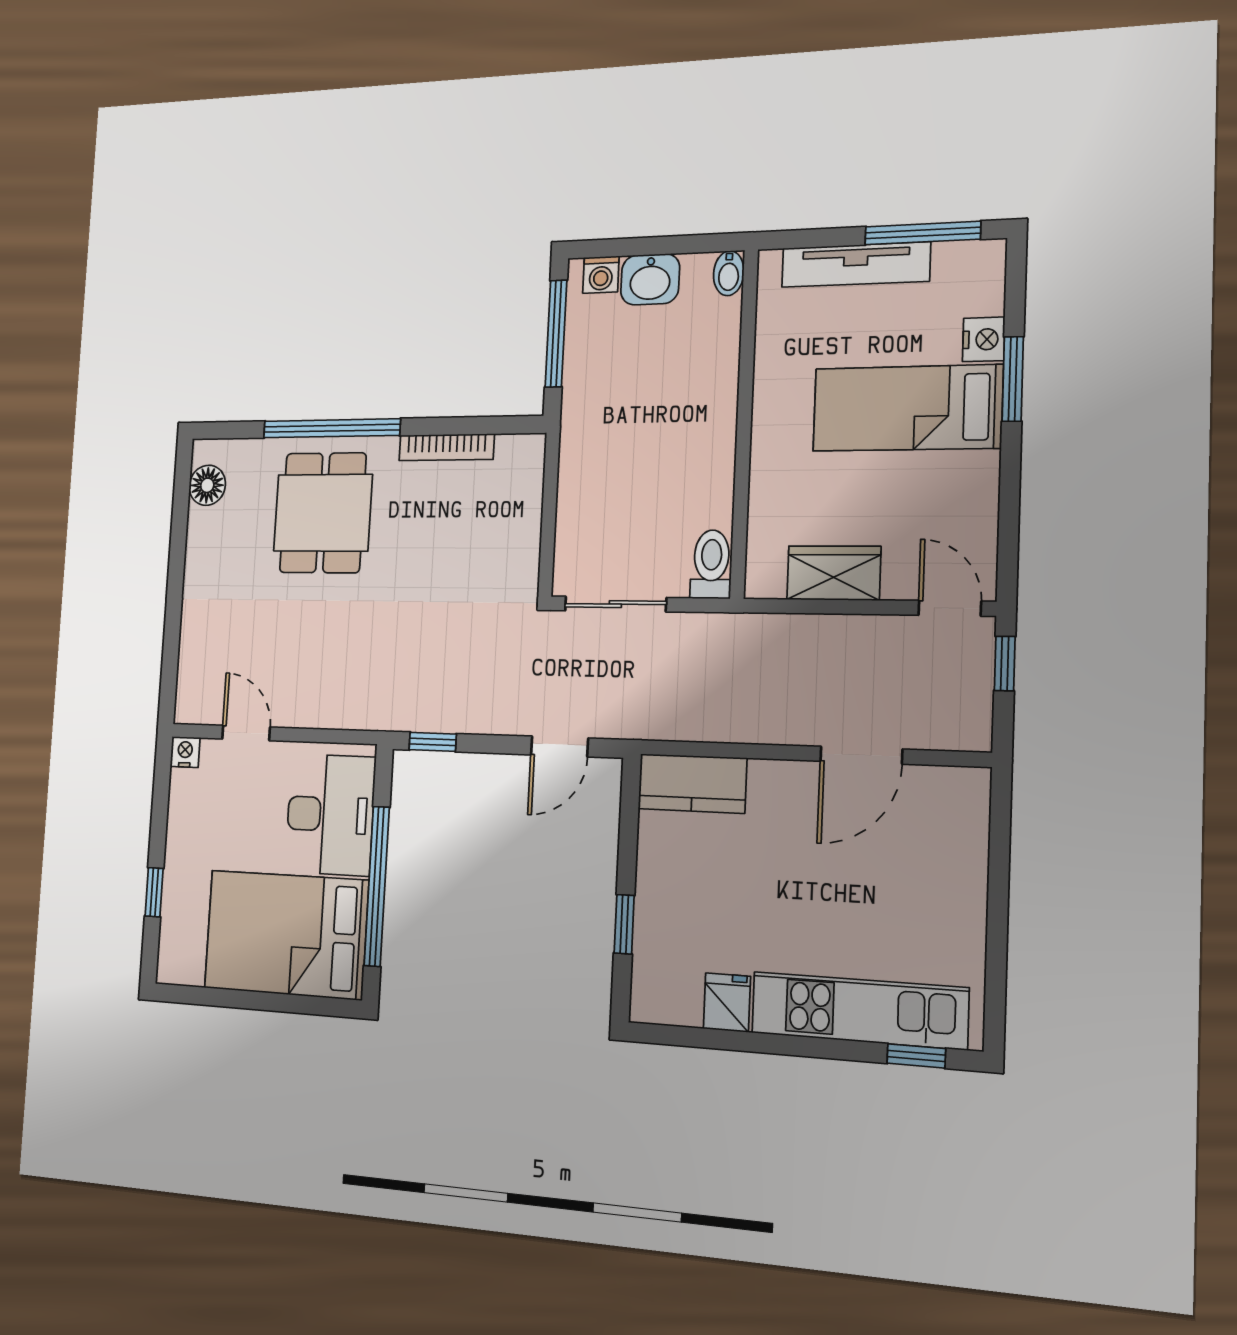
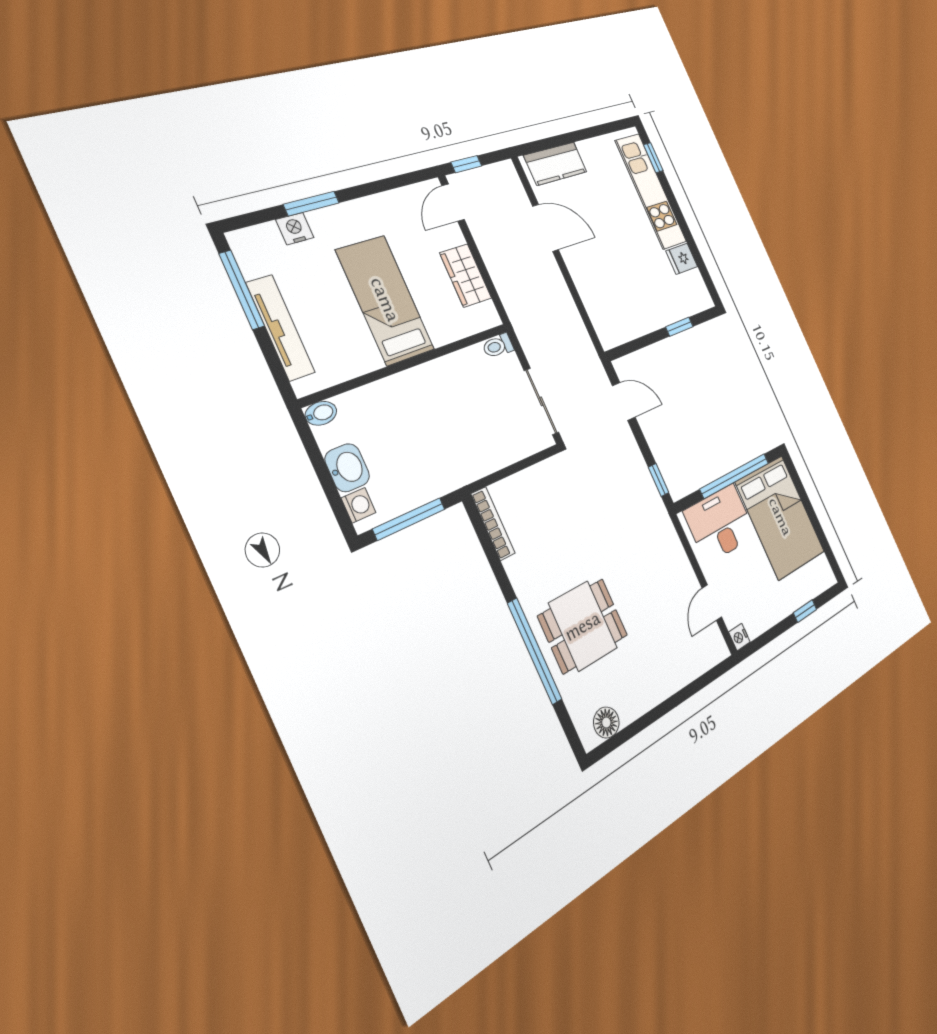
bed: (907, 408) -> (385, 300), moved, turned 180
bookcase: (446, 447) -> (493, 524), moved
toilet: (711, 564) -> (498, 346), width x0.73, depth x0.72
kitchen counter: (692, 783) -> (556, 164), moved, turned 90

